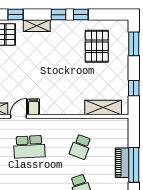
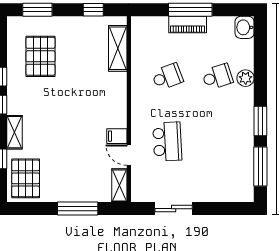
pallet: (97, 46) -> (40, 56), turned 90
school desk: (81, 147) -> (167, 77), turned -42

